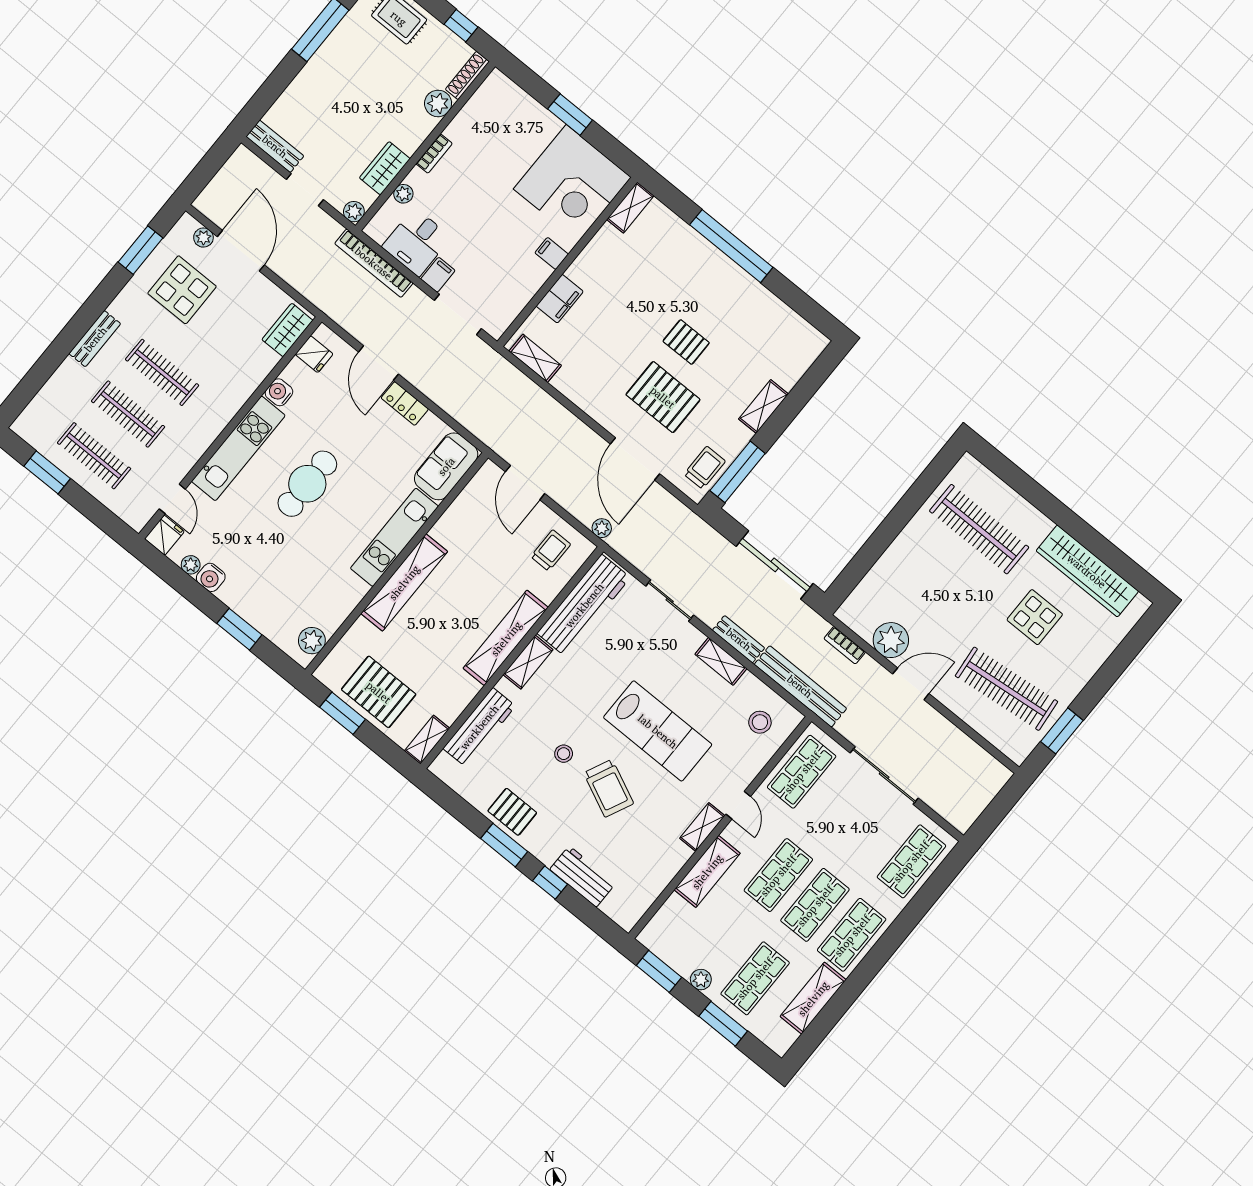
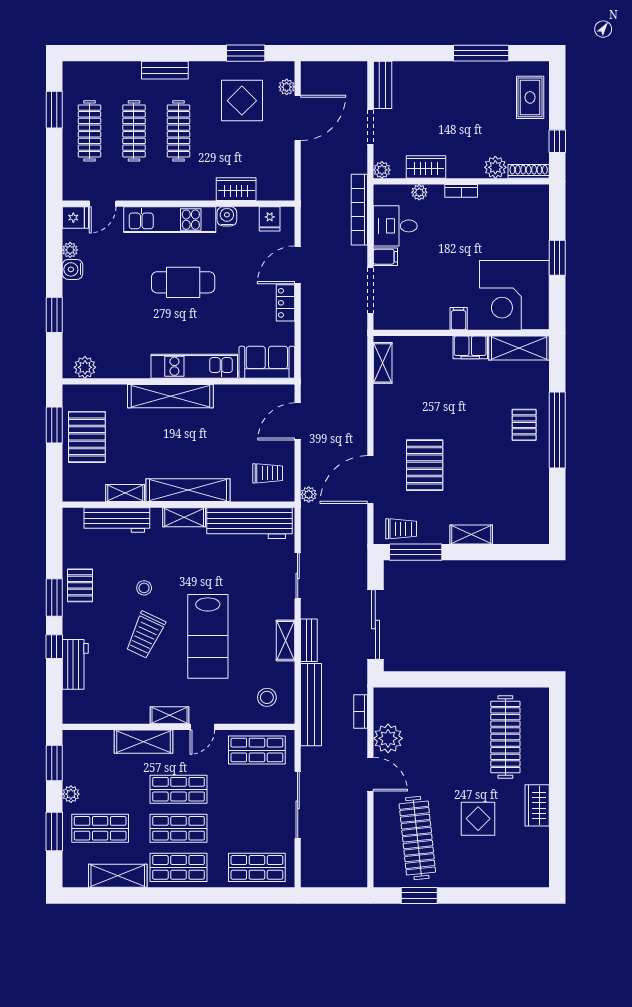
shelving: (630, 208) -> (519, 348), width x1.50, depth x1.33
filing cabinet: (560, 299) -> (470, 347), moved
wardrobe: (287, 330) -> (236, 189), moved
pallet: (686, 342) -> (524, 425), moved
wardrobe: (1087, 571) -> (537, 805), width x0.48, depth x0.85
shelving: (427, 740) -> (125, 493), moved

